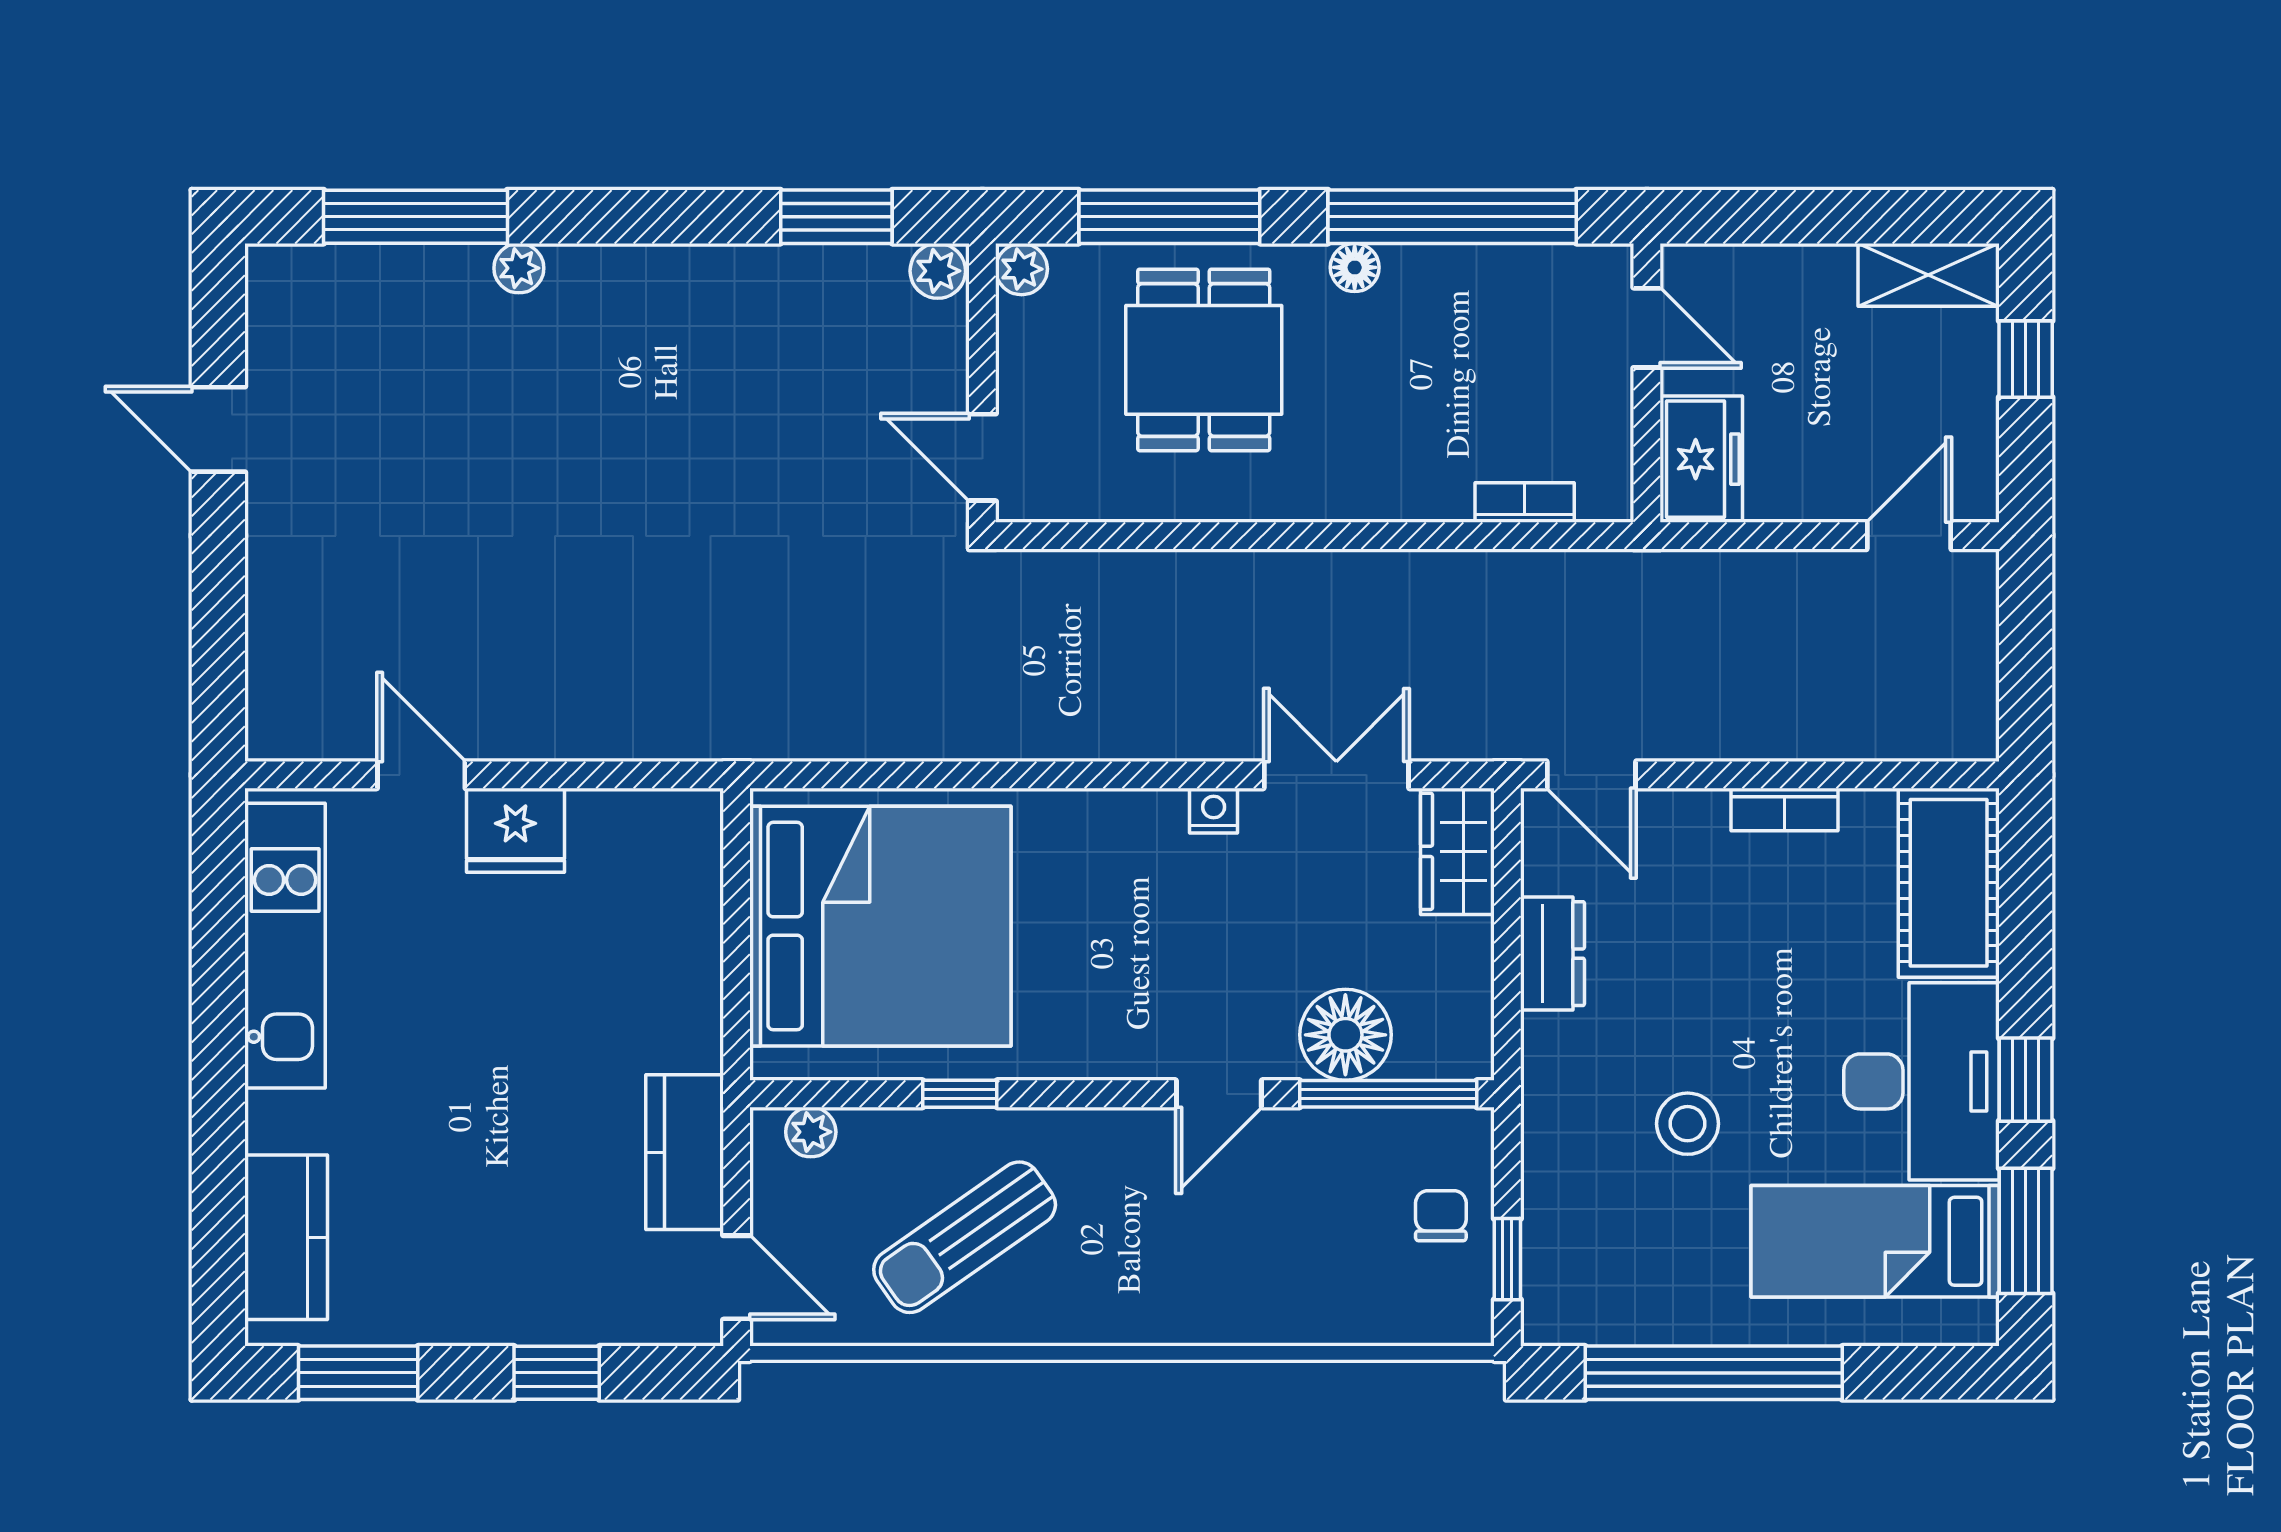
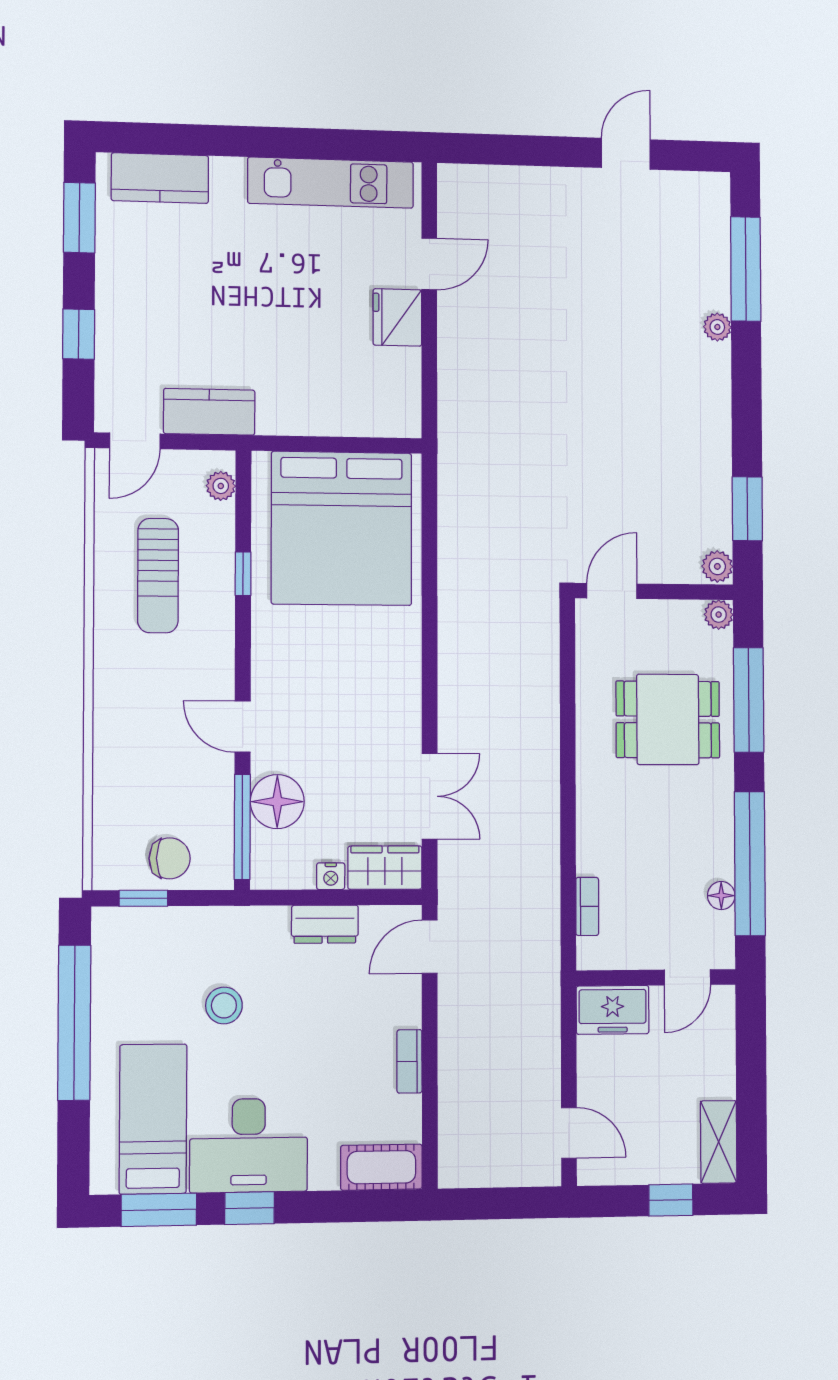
floor lamp: (1355, 267) -> (721, 896), moved
nightstand: (1214, 811) -> (331, 876), moved, turned 90
cot: (1949, 883) -> (381, 1167), width x0.73, depth x0.75
chair: (1441, 1216) -> (170, 858), width x1.37, depth x1.37
sun lounger: (965, 1237) -> (158, 576), turned -145

